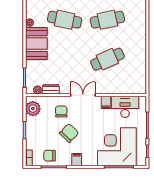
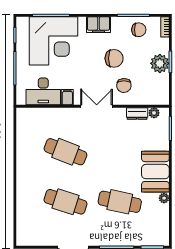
cafe table: (107, 20) -> (65, 202), turned 30
cafe table: (107, 59) -> (65, 152), turned 45
double door: (83, 95) -> (97, 106), swing flipped
plant: (33, 109) -> (160, 63), moved
chair: (69, 133) -> (114, 58), turned -134
filing cabinet: (77, 160) -> (99, 25), width x2.00

